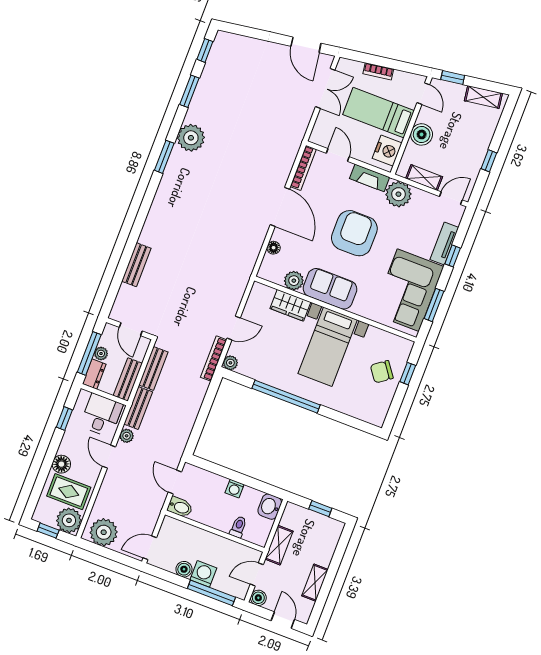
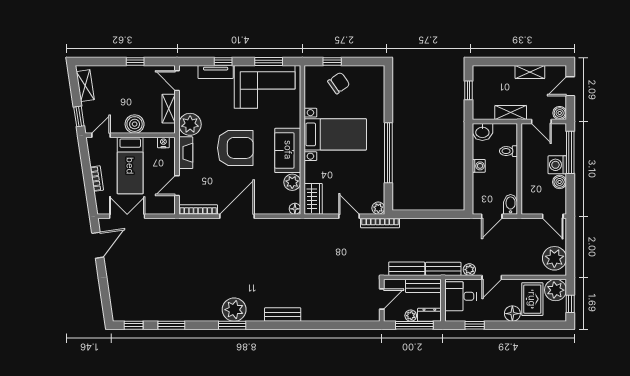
plant: (191, 138) -> (234, 310), moved
nightstand: (387, 151) -> (163, 143), width x0.53, depth x0.56
armchair: (354, 233) -> (235, 148), turned 180
floor lamp: (274, 248) -> (295, 209), moved
bench: (136, 265) -> (283, 315), moved
wardrobe: (290, 305) -> (313, 199), moved
chair: (382, 372) -> (339, 83), turned -89

